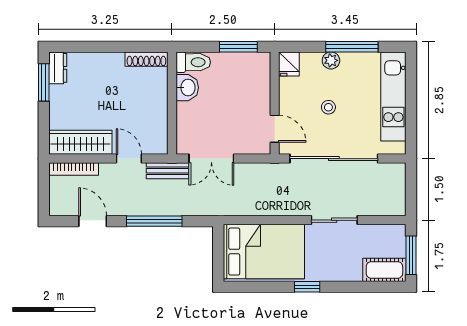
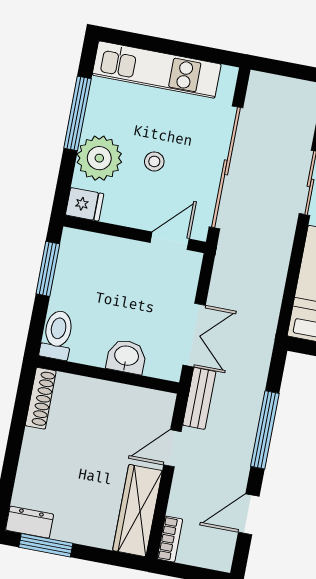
plant: (331, 60) -> (99, 158), width x1.87, depth x1.87
washbasin: (187, 88) -> (126, 357), moved
bookcase: (74, 169) -> (170, 539), width x0.64

